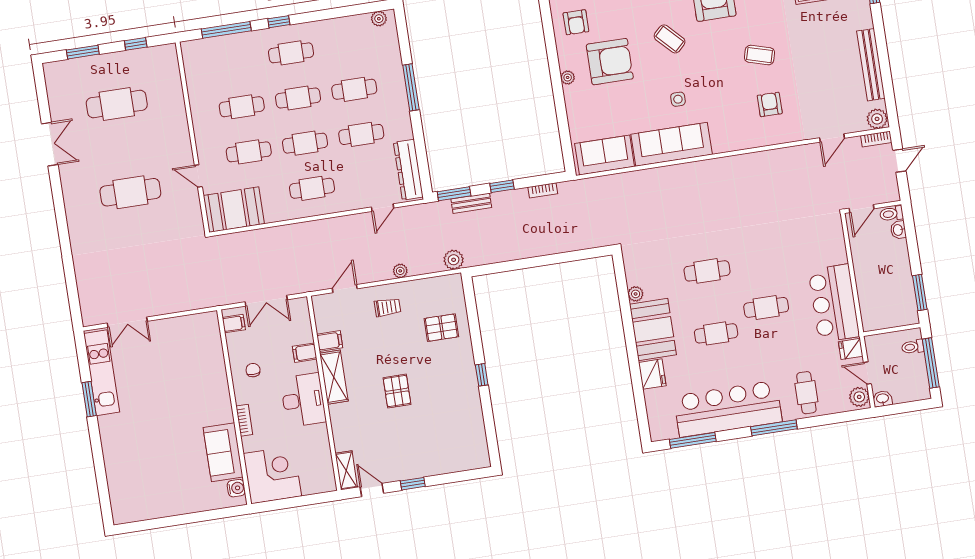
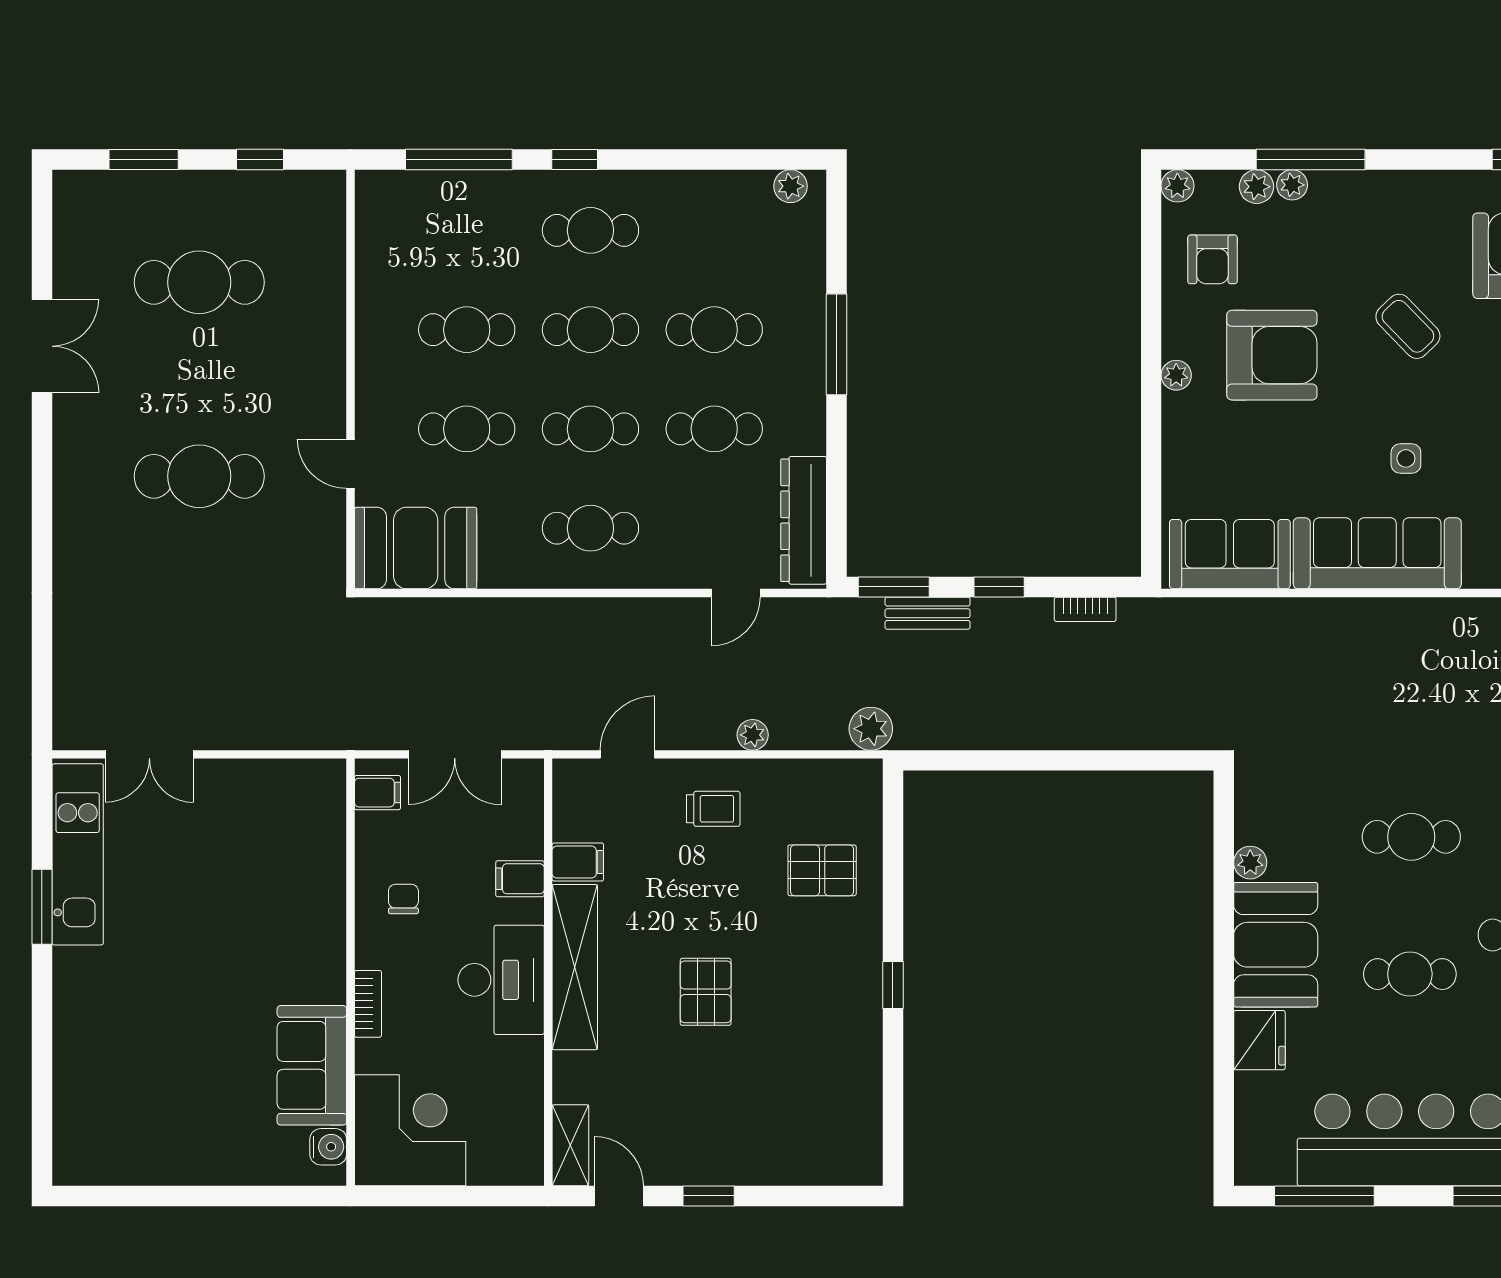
shelving: (334, 377) -> (575, 967), width x1.47

